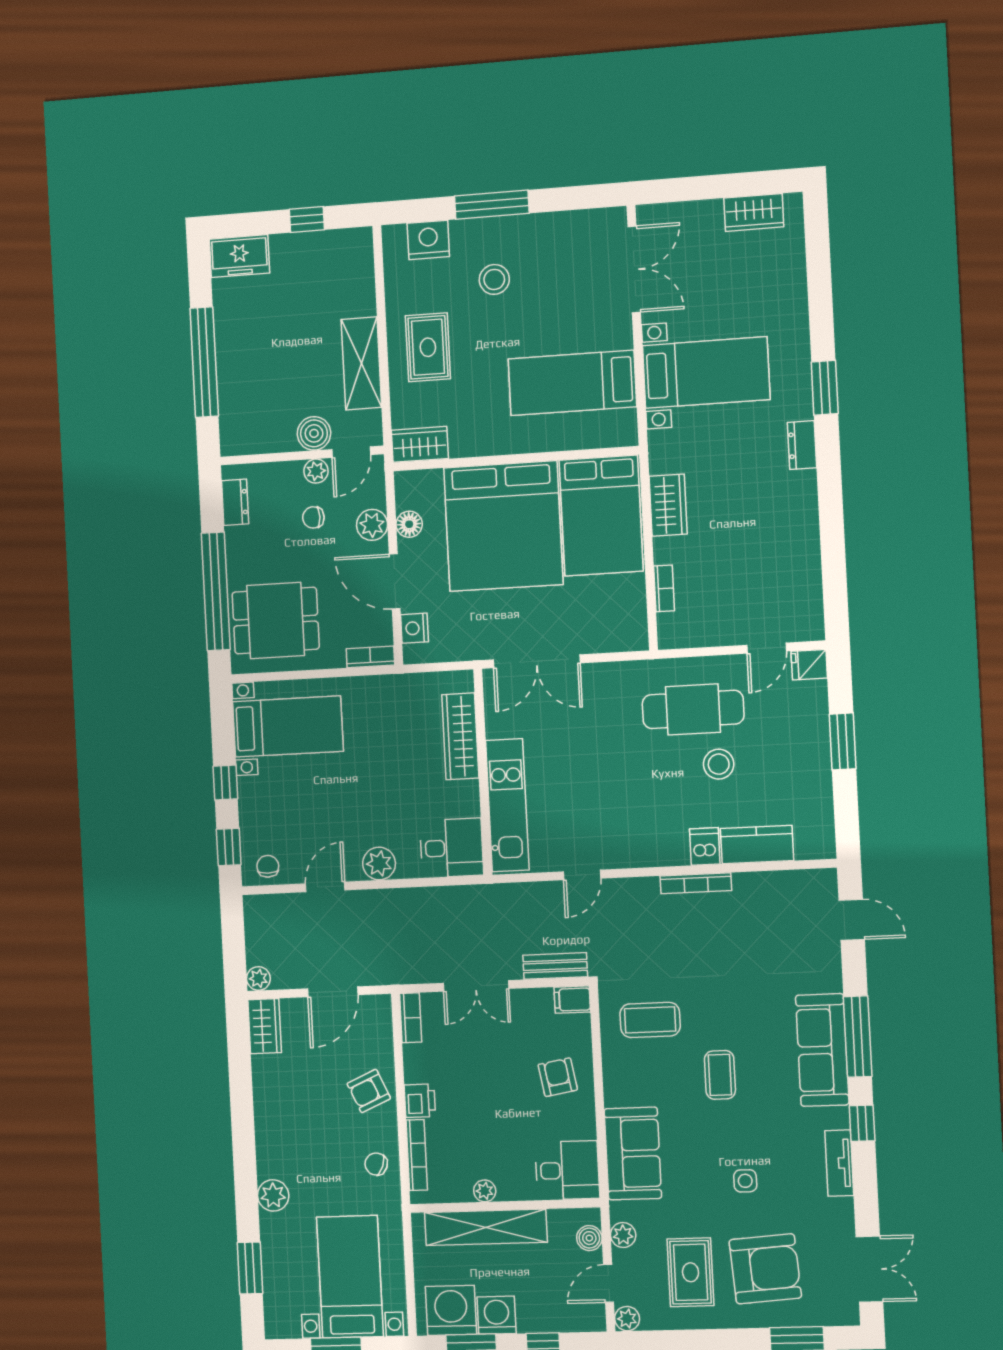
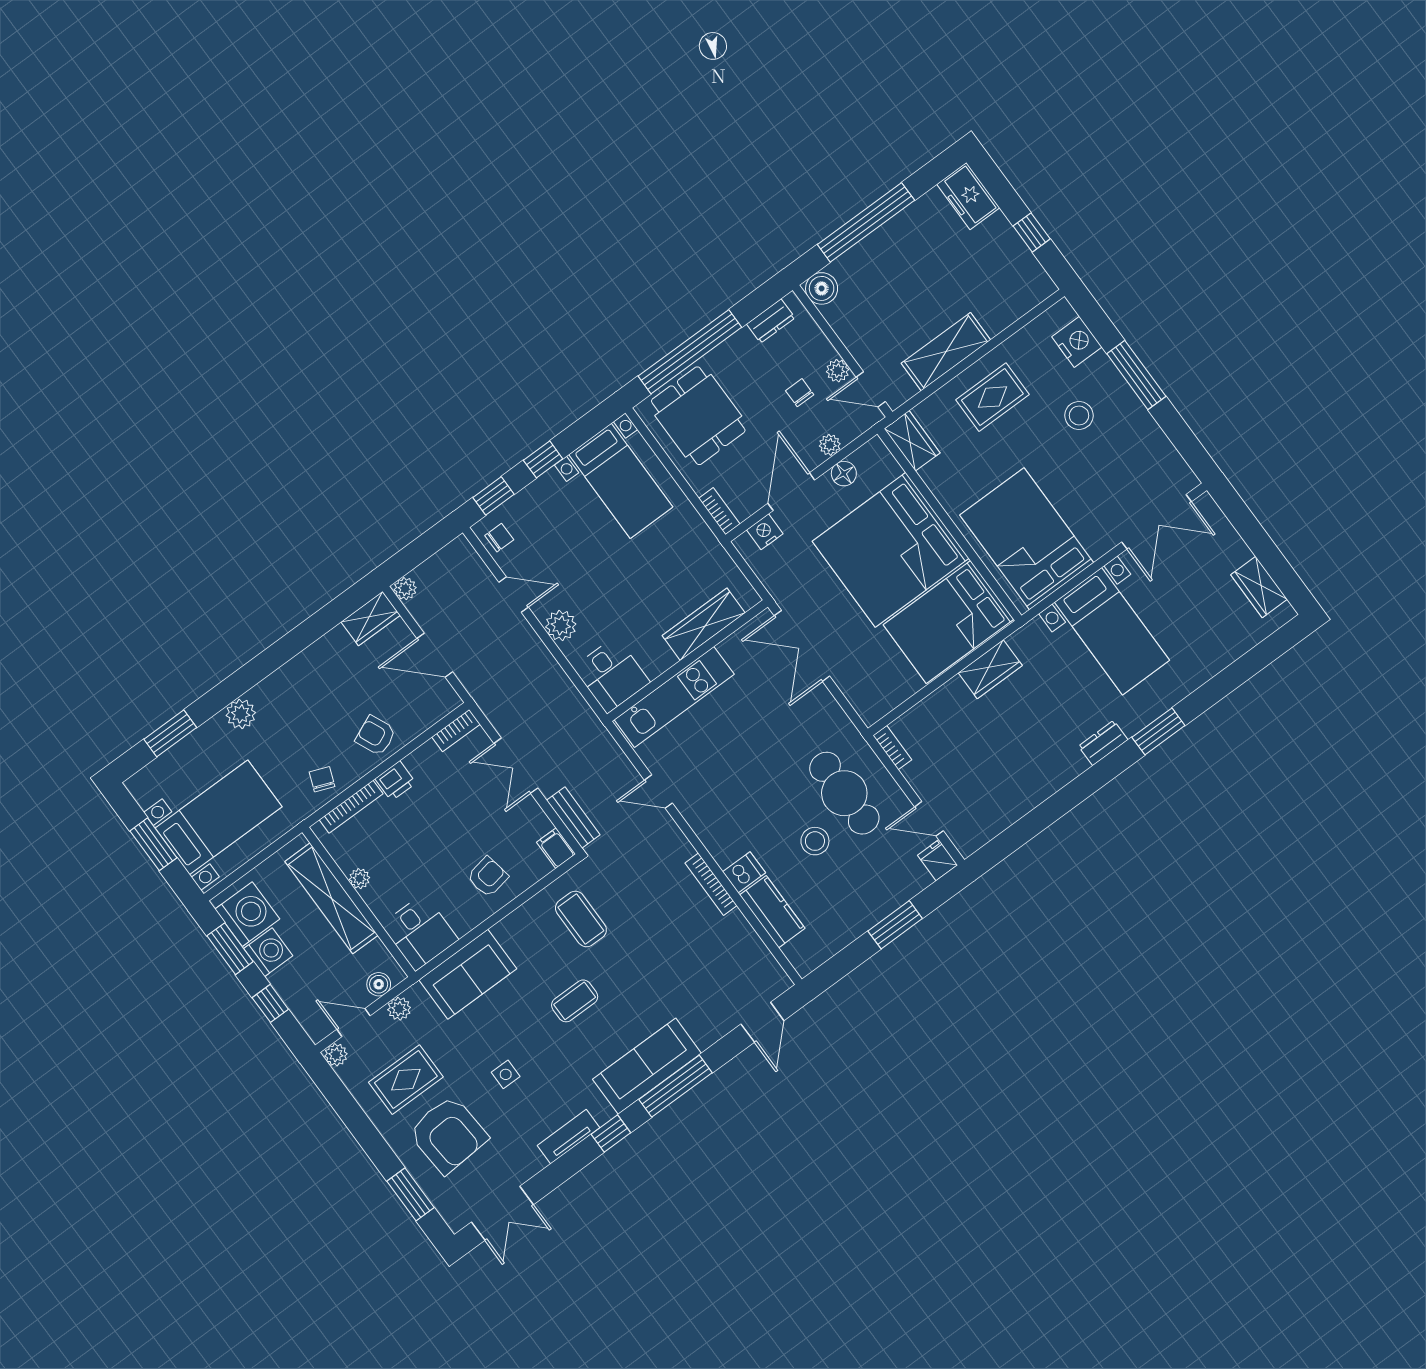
bed: (572, 383) -> (1027, 539), width x1.50
boiler: (314, 433) -> (822, 288), moved
plant: (372, 525) -> (830, 445), width x0.73, depth x0.73
bookcase: (664, 588) -> (892, 748), moved, turned -90

